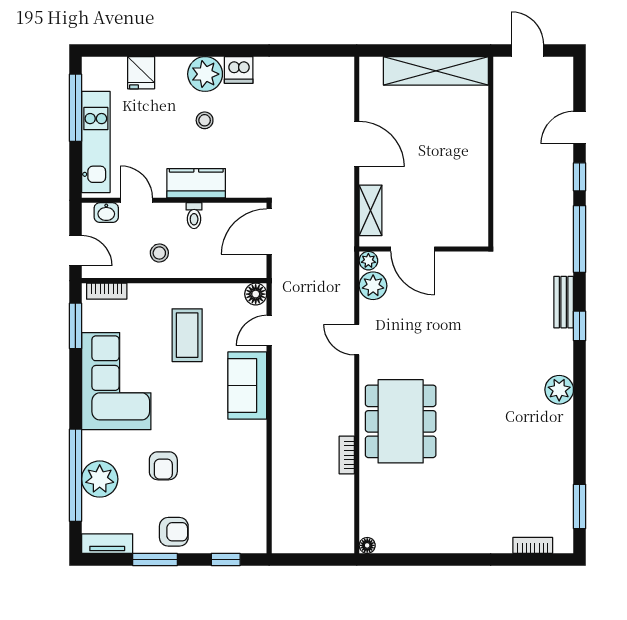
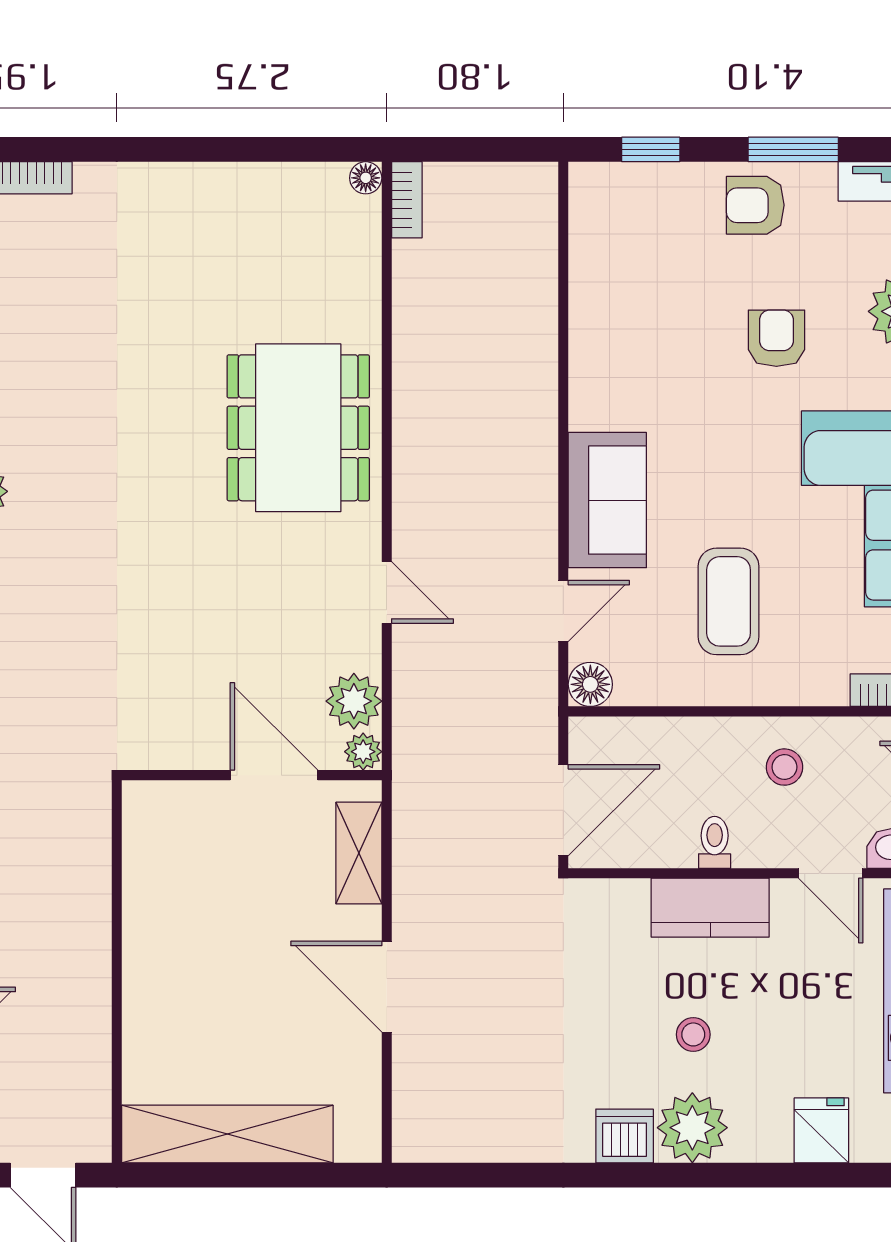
bookcase: (347, 455) -> (407, 200), moved

